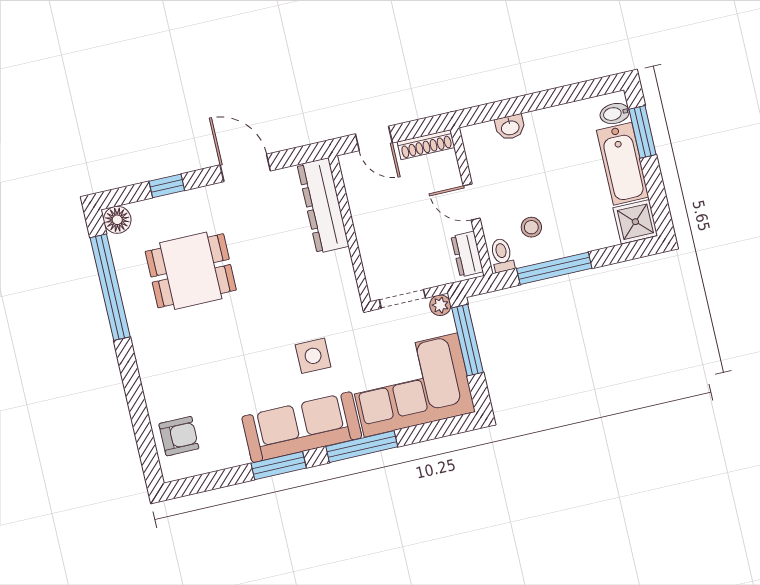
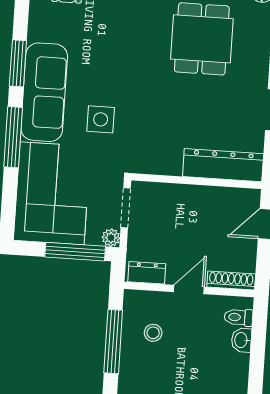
shoe rack: (426, 145) -> (231, 281), moved, turned 90
toilet: (502, 255) -> (239, 317), moved, turned 180

